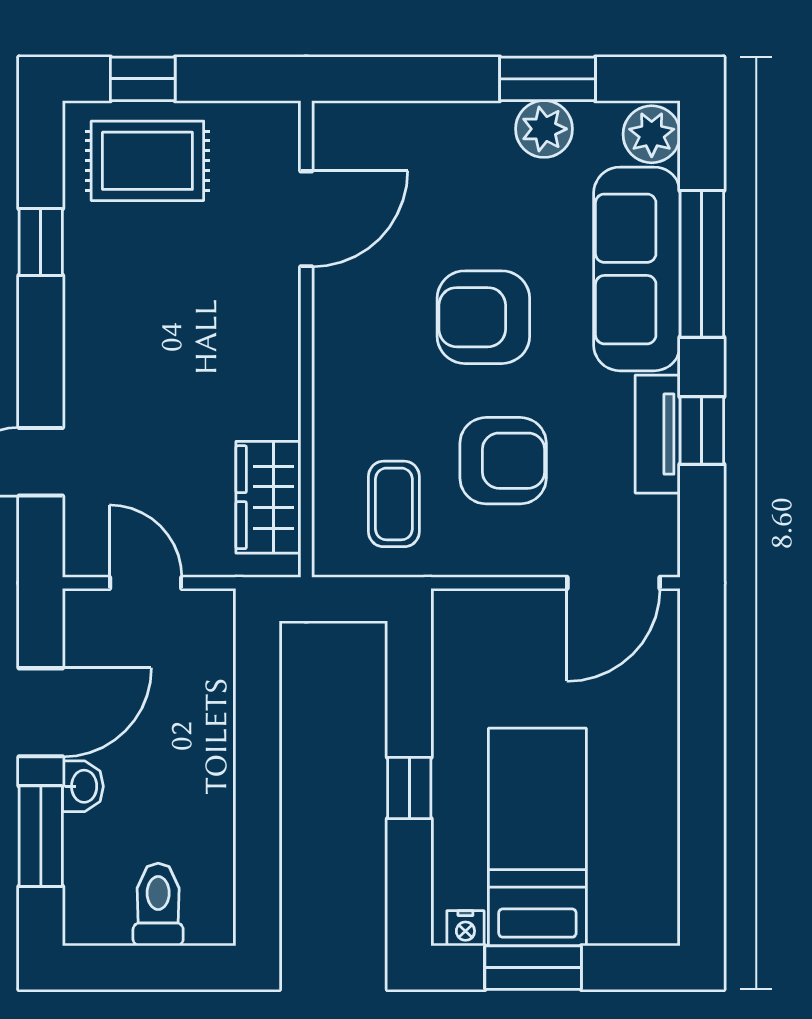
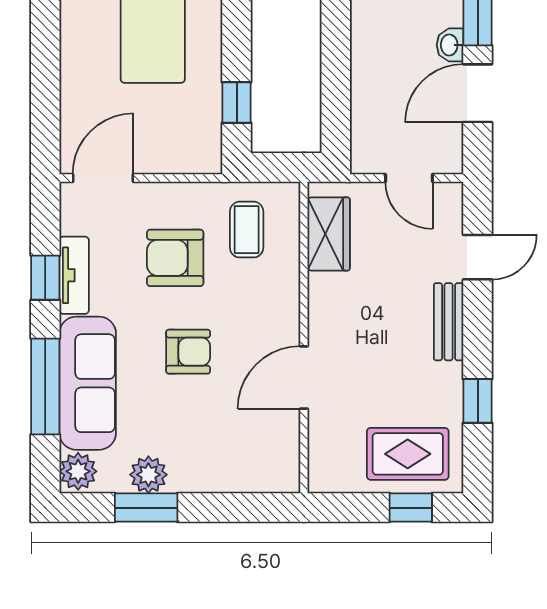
door: (306, 219) -> (304, 378), moved
armchair: (483, 317) -> (188, 352), width x0.72, depth x0.72
bench: (85, 363) -> (449, 322), added
window: (409, 788) -> (237, 102), moved

